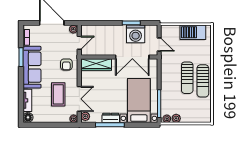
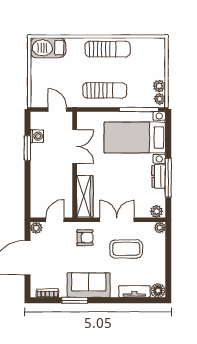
barbecue: (193, 32) -> (48, 48), moved, turned 90
washing machine: (136, 34) -> (37, 136), width x0.53, depth x0.53
door: (79, 43) -> (55, 220), hinge flipped
door: (159, 45) -> (57, 109), hinge flipped
double door: (132, 57) -> (75, 147), width x0.73
sofa: (32, 67) -> (89, 285), width x0.73
sun lounger: (187, 78) -> (105, 90), moved
double door: (79, 99) -> (117, 220), moved

